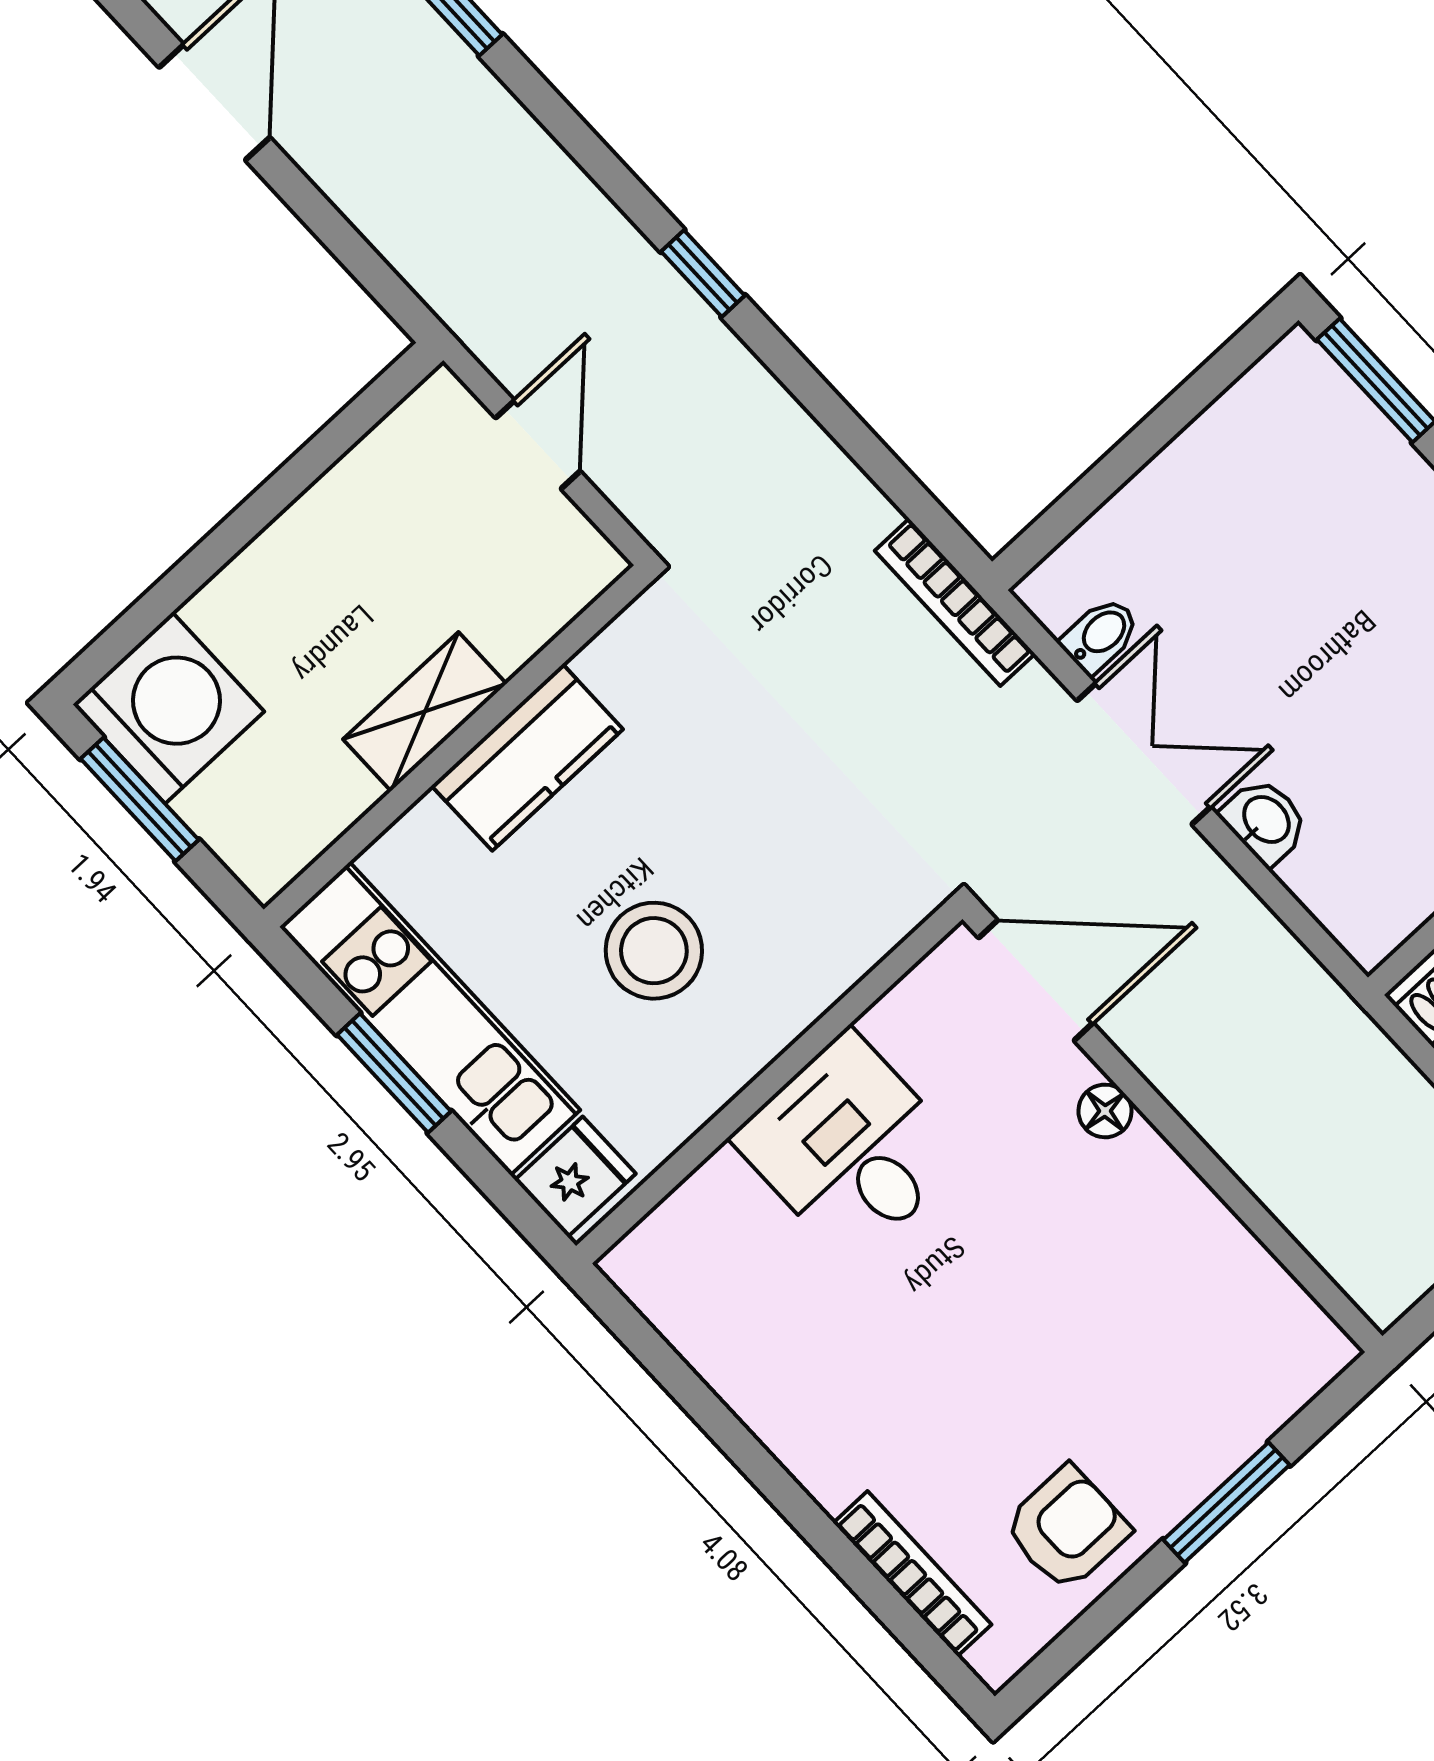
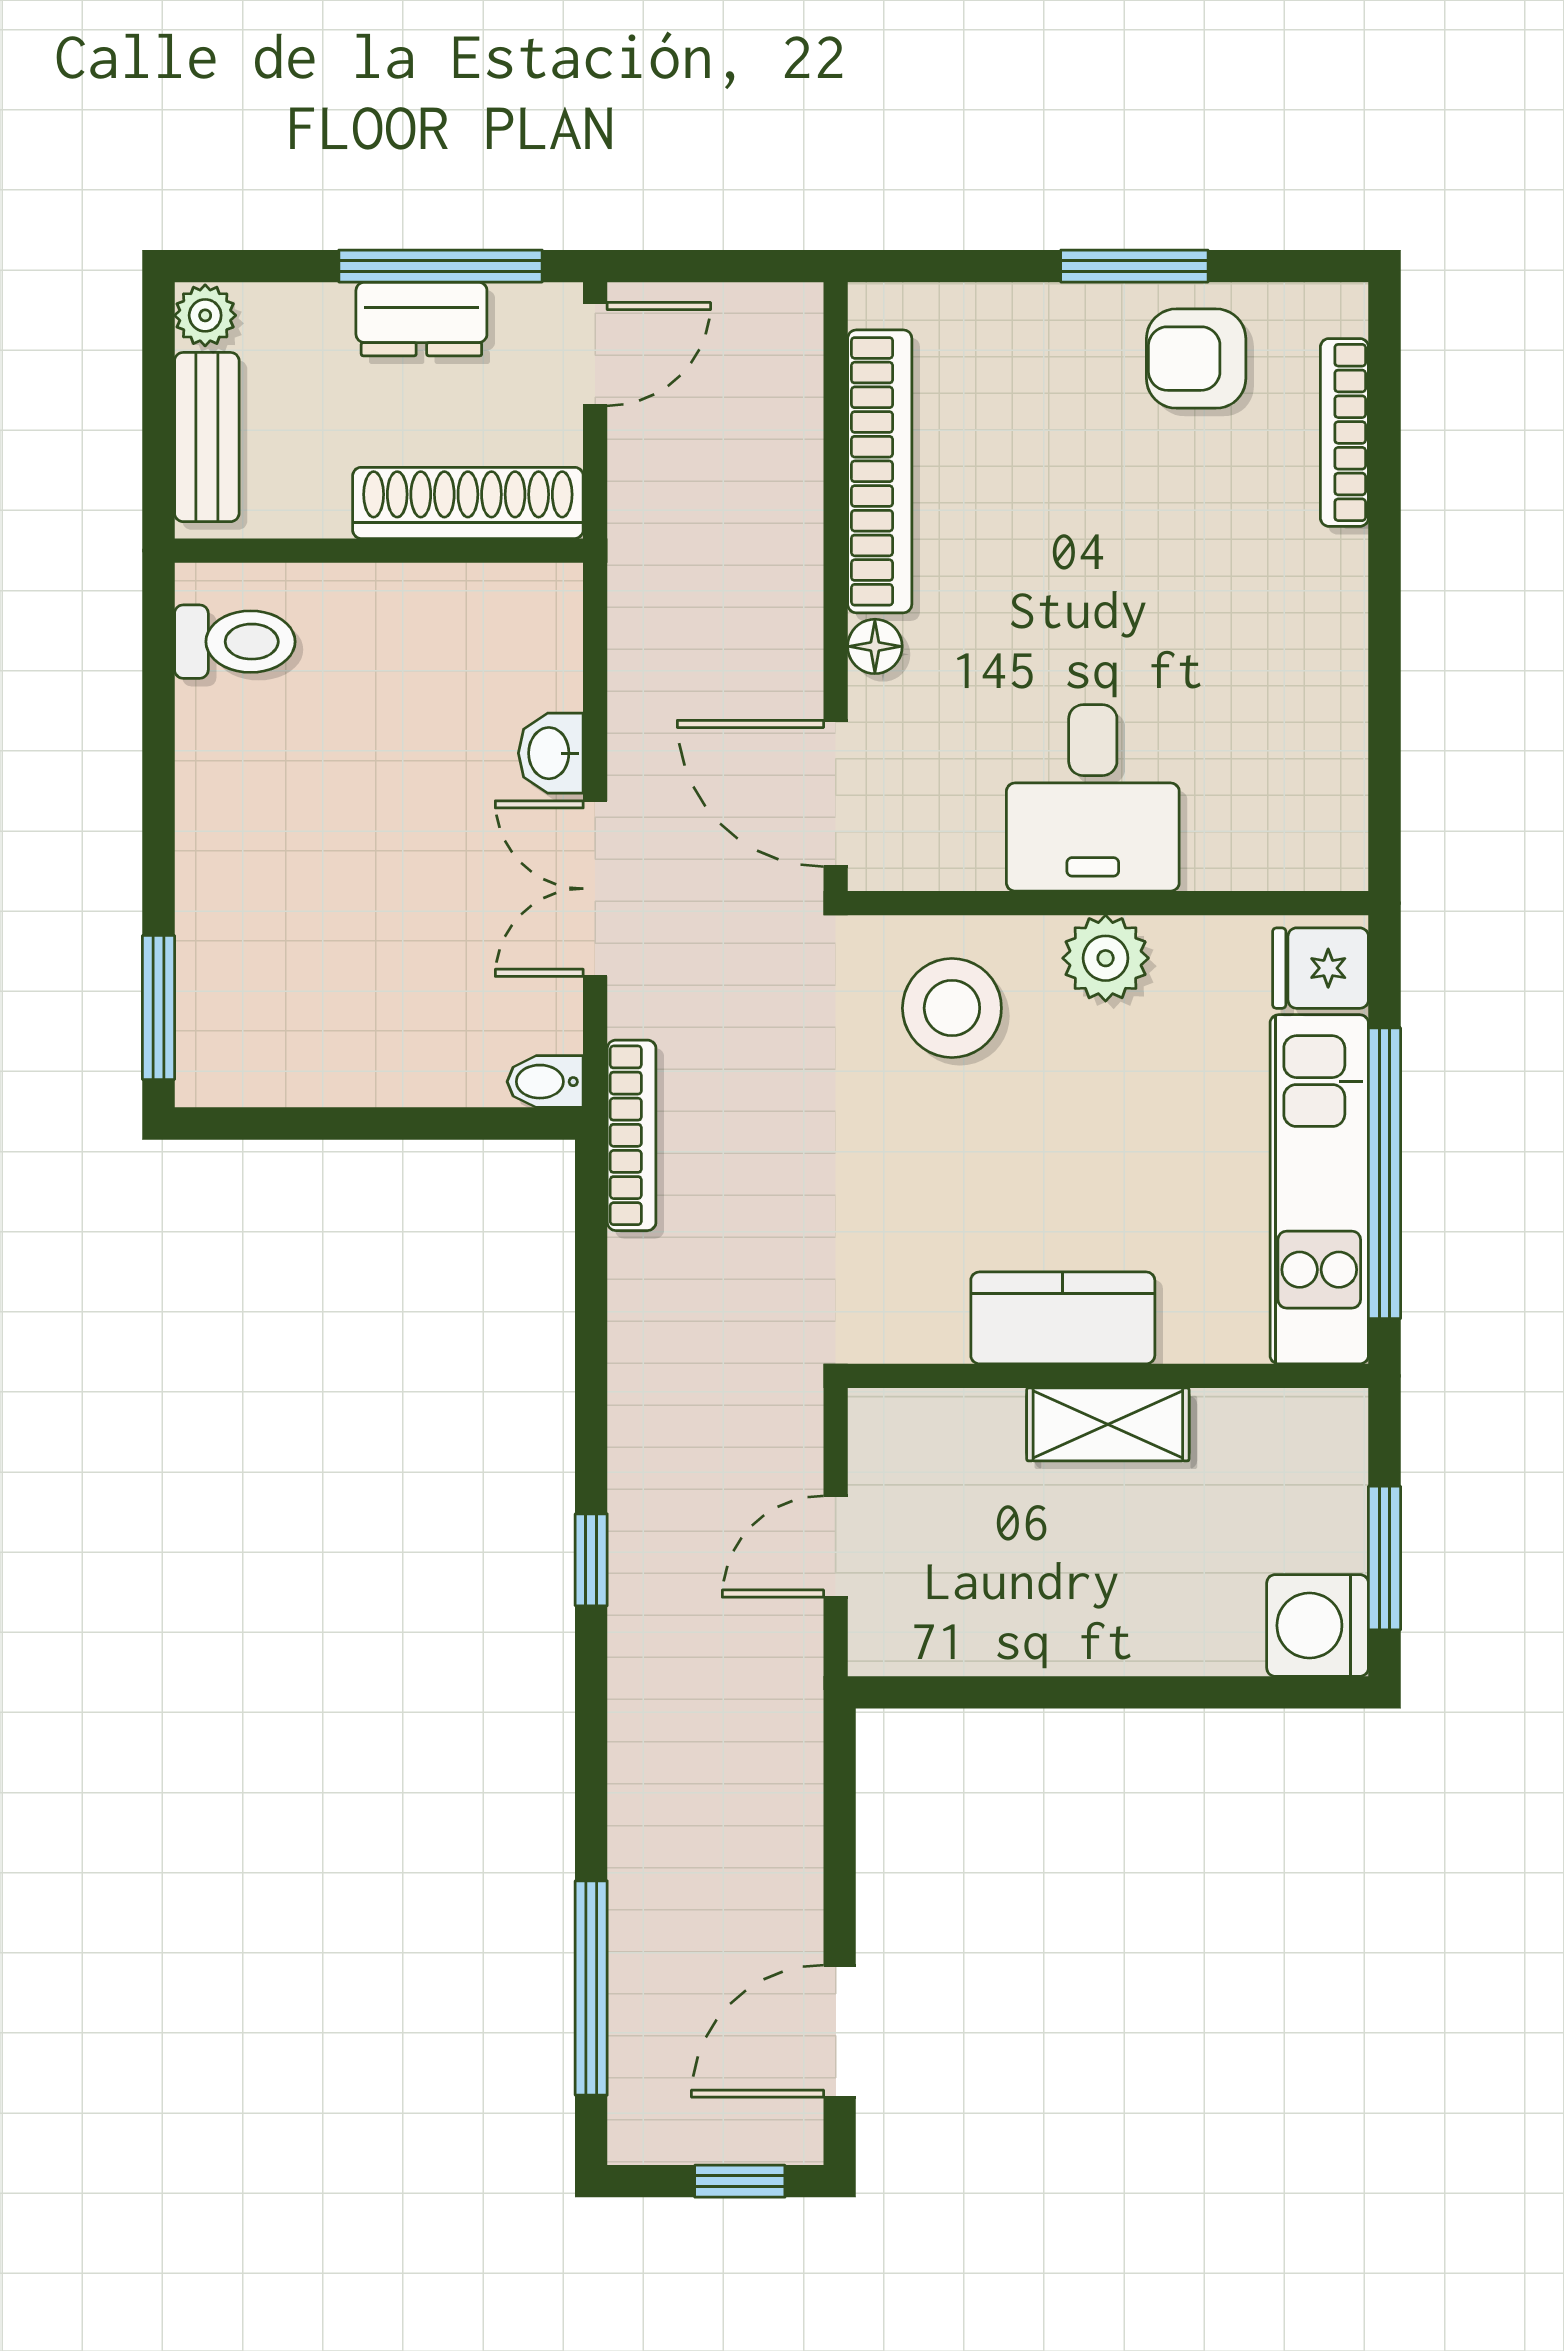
bidet: (1100, 635) -> (545, 1082), moved
washing machine: (169, 708) -> (1318, 1625), width x0.73, depth x0.73
stool: (654, 951) -> (952, 1008), moved
plant: (735, 1042) -> (1106, 958), added
window: (394, 1073) -> (1384, 1173), width x2.11
bookcase: (1217, 1239) -> (880, 471), added
window: (1227, 1502) -> (1134, 266), moved

